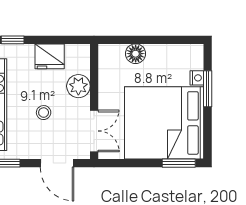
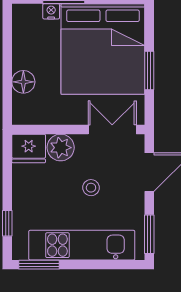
fridge: (50, 56) -> (29, 148), moved, turned 90
window: (179, 163) -> (149, 71), moved

